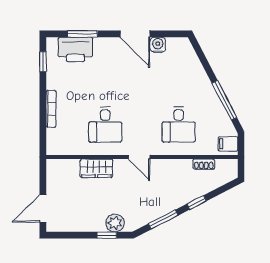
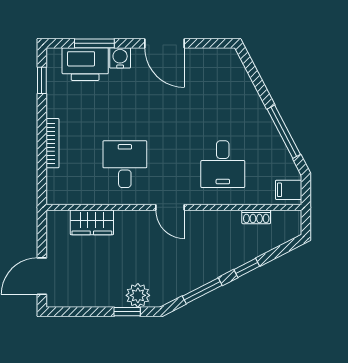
water cooler: (158, 45) -> (120, 58), moved
desk: (105, 125) -> (125, 164), turned 180
wardrobe: (96, 168) -> (92, 222), moved

